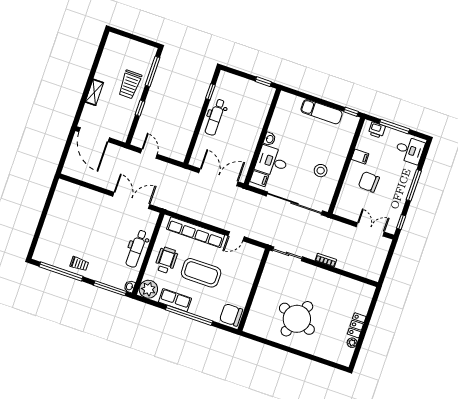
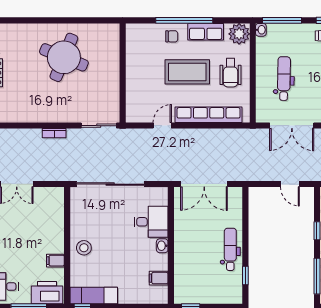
exam couch: (322, 112) -> (94, 296), moved
printer: (377, 130) -> (47, 293), width x1.87, depth x1.48
stool: (321, 171) -> (84, 248), moved
filing cabinet: (259, 179) -> (159, 278), moved
chair: (369, 182) -> (36, 236), removed
dental chair: (137, 249) -> (284, 79), moved
chair: (231, 315) -> (172, 36), moved, width x0.54, depth x0.54

